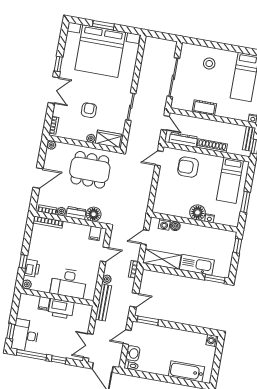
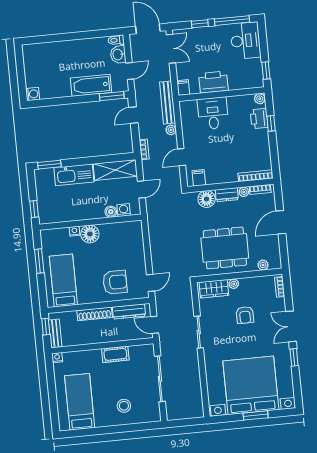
plant: (51, 145) -> (263, 265), moved
desk: (69, 283) -> (213, 113), width x0.73
filing cabinet: (44, 303) -> (183, 88), moved
window: (11, 331) -> (266, 71), moved
bathtub: (186, 371) -> (91, 85), moved, turned 180

